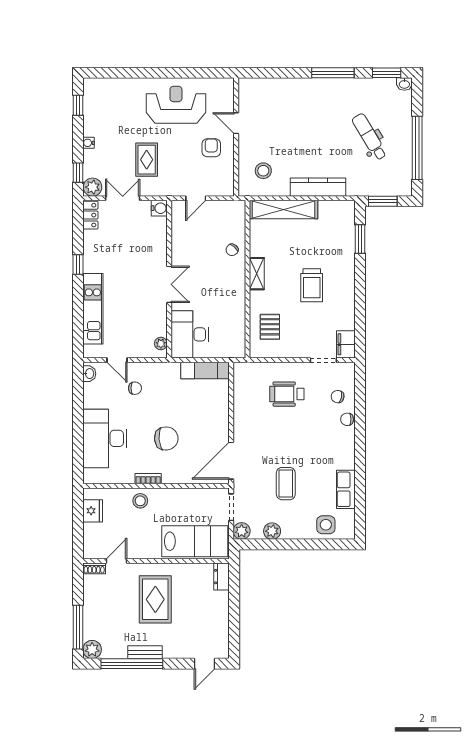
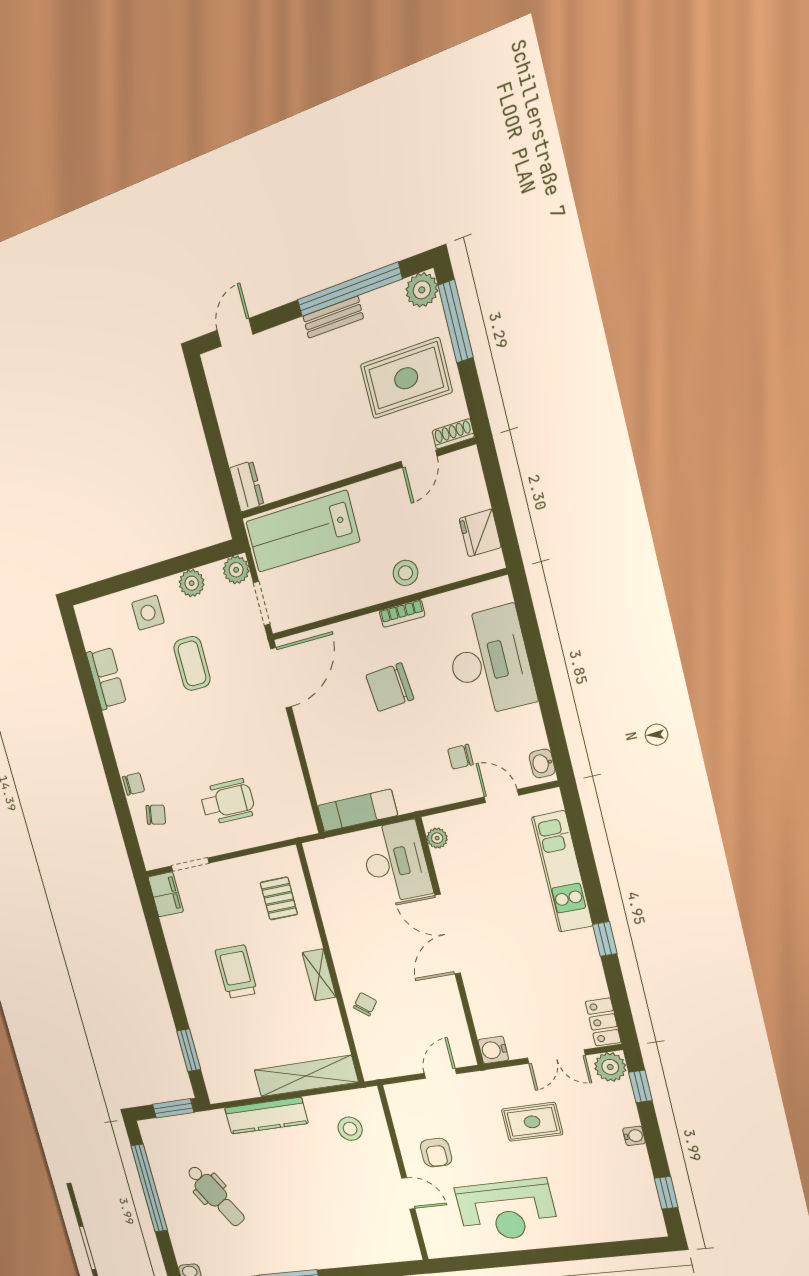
rug: (147, 160) -> (532, 1122), turned 90
double door: (169, 284) -> (448, 934), width x1.37
side table: (326, 525) -> (148, 613), moved
rug: (155, 599) -> (406, 378), moved, turned 90

